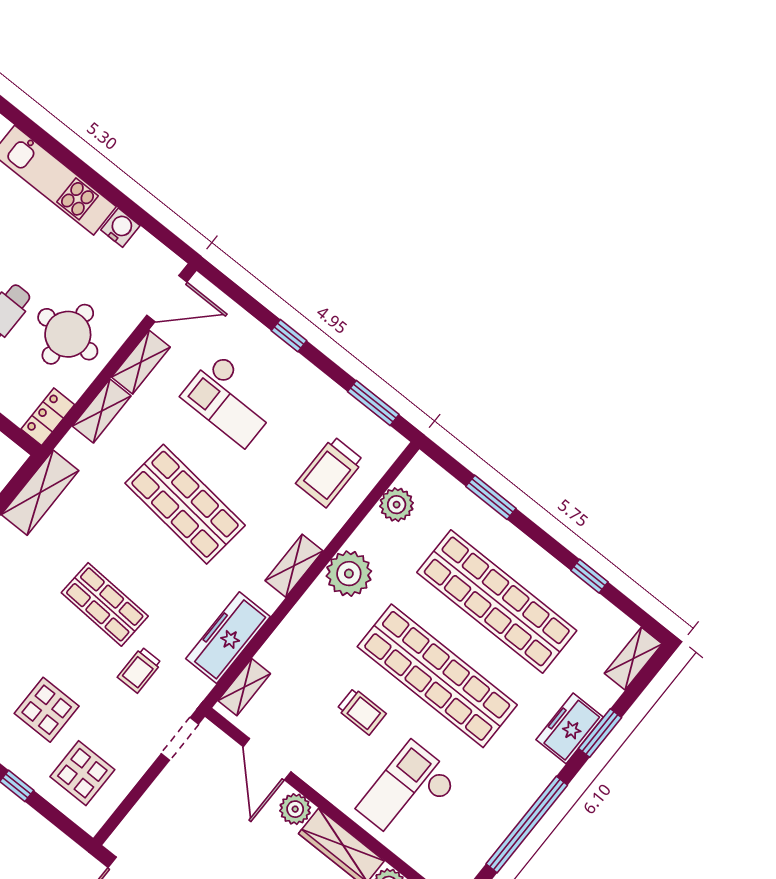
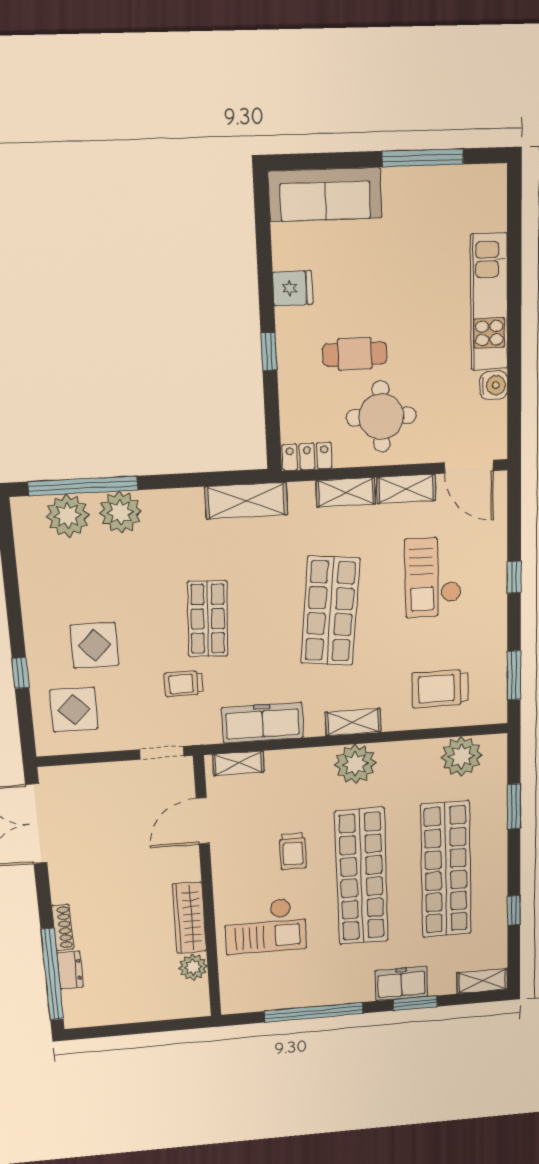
plant: (397, 505) -> (461, 756), width x1.36, depth x1.36
plant: (349, 574) -> (355, 764), moved
checkout: (408, 793) -> (265, 926), turned 180
plant: (295, 809) -> (186, 868), removed

